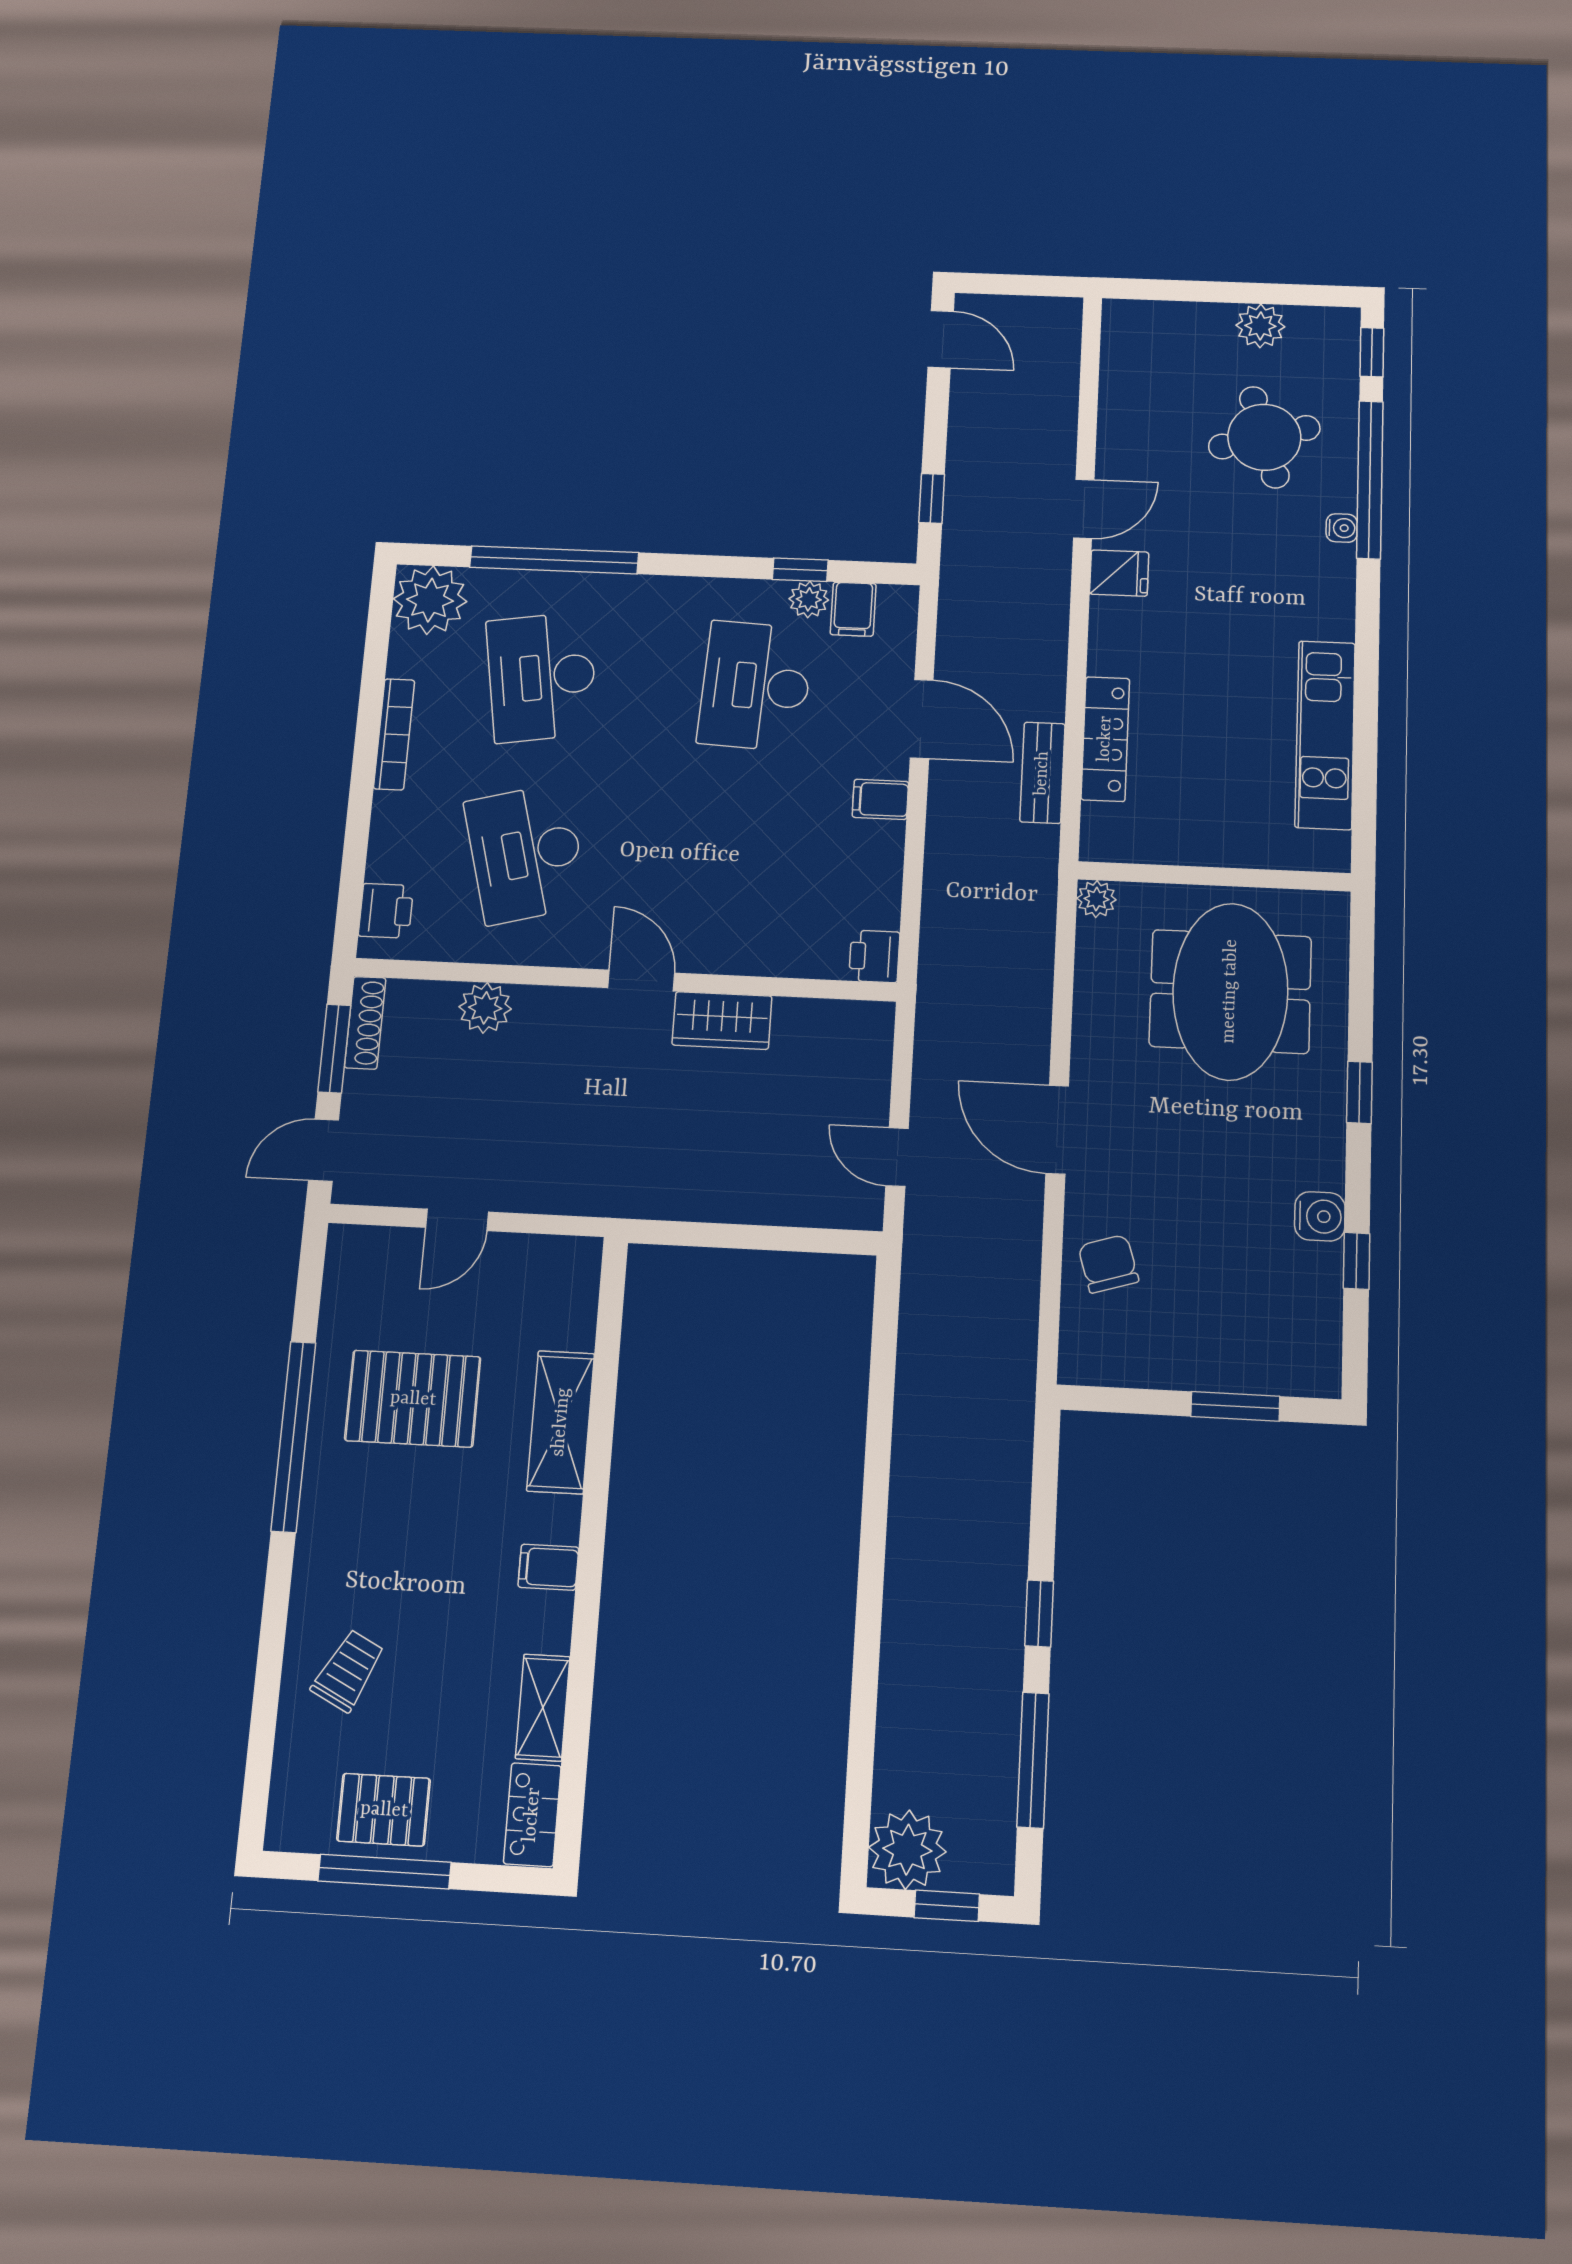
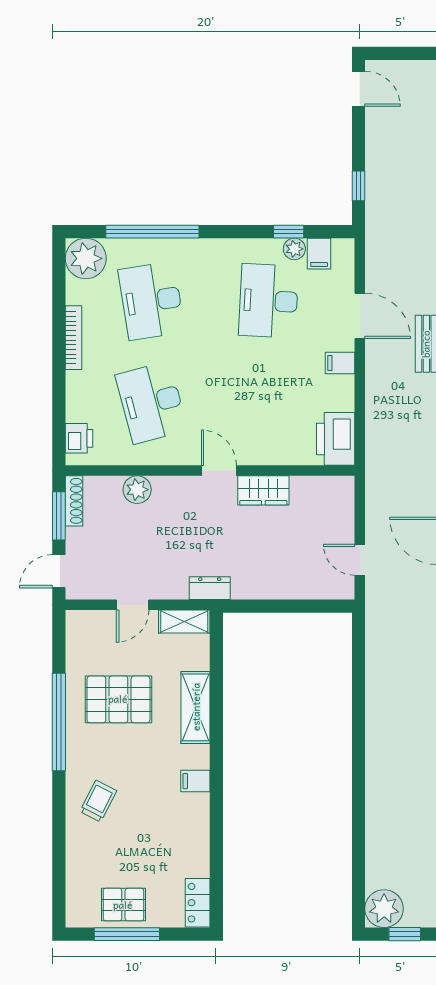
printer: (874, 956) -> (336, 439), width x1.87, depth x1.48
dresser: (607, 1196) -> (210, 588), added
trolley: (348, 1671) -> (98, 801), moved
shelving: (543, 1708) -> (184, 622), moved, turned 90

